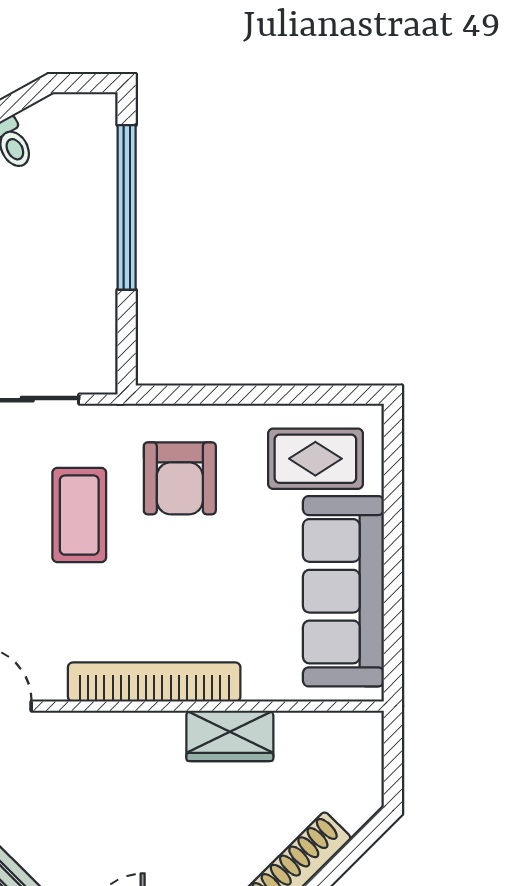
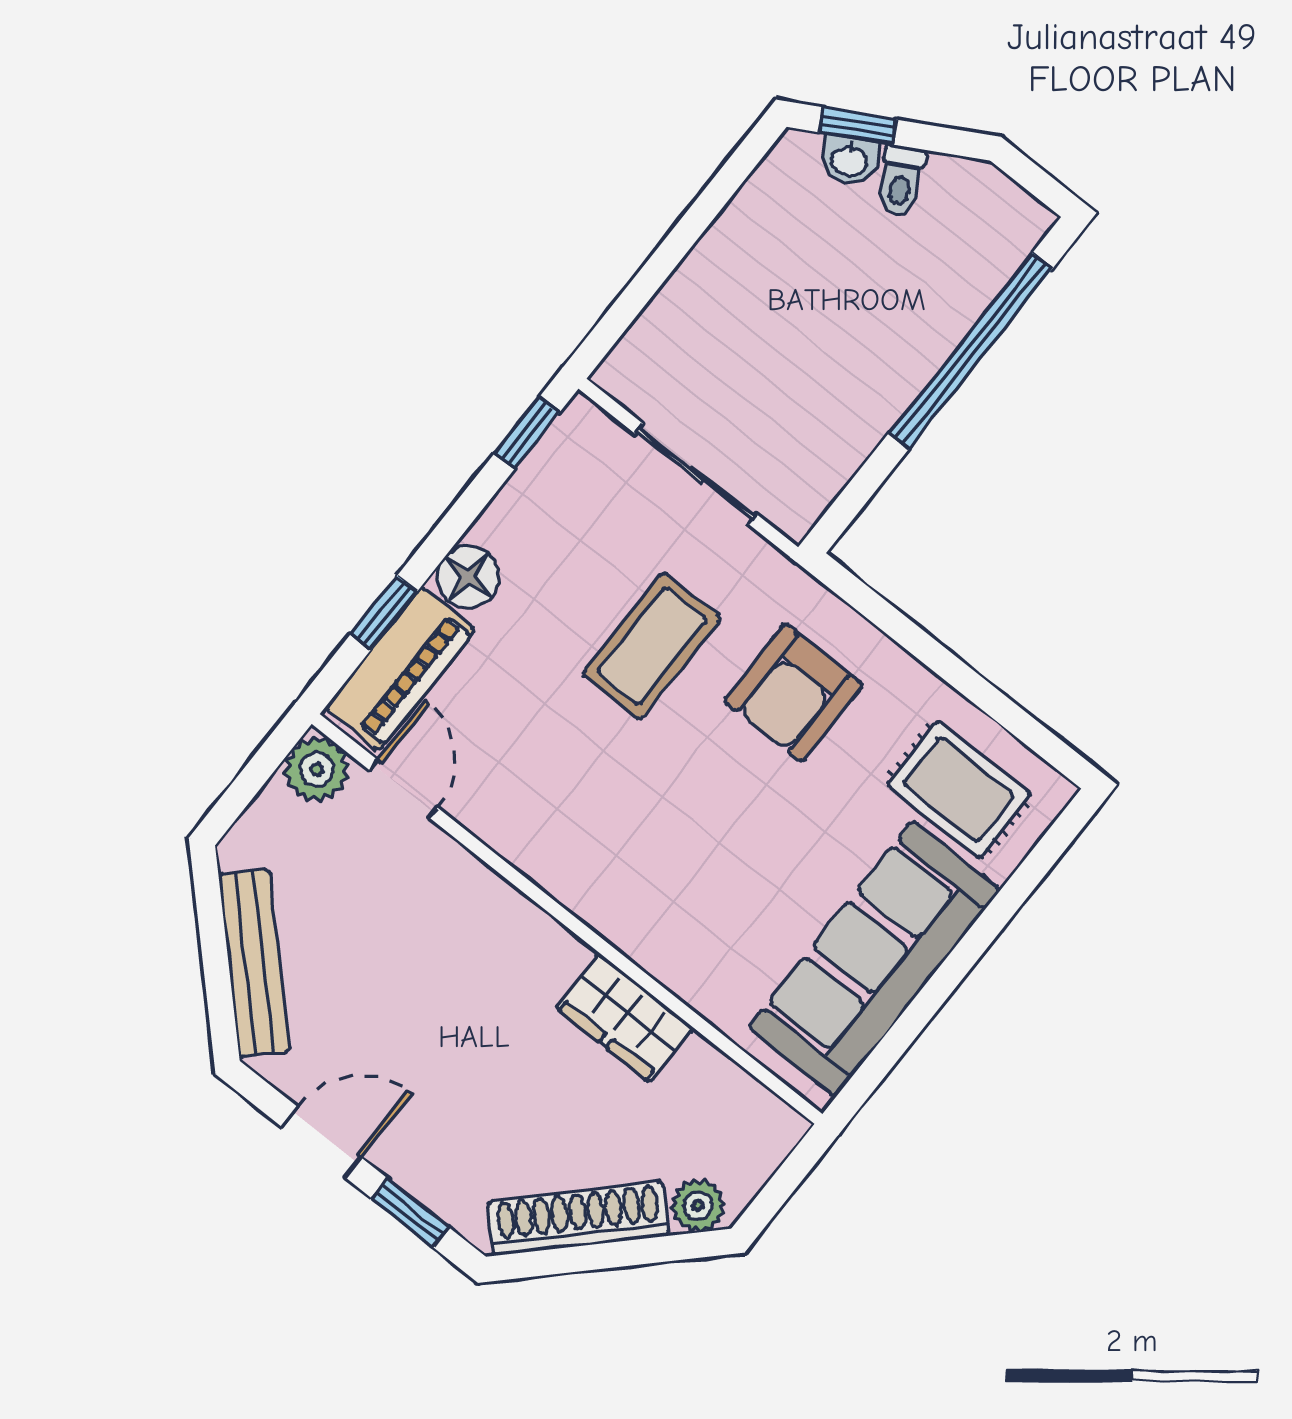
bookcase: (154, 682) -> (589, 893), removed
plant: (355, 808) -> (698, 1206), added

